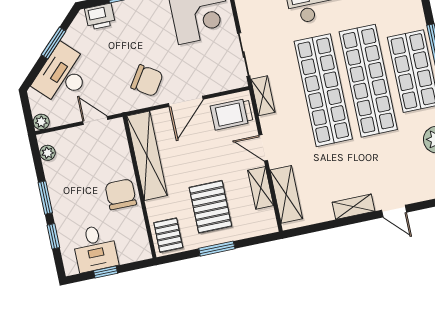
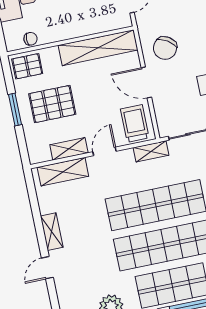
chair: (121, 194) -> (31, 39), moved, width x0.54, depth x0.54

